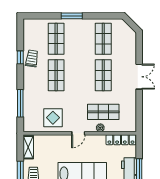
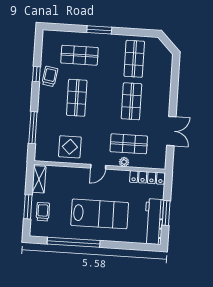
shop shelf: (56, 39) -> (79, 55), turned 90
double door: (139, 77) -> (171, 131), moved

